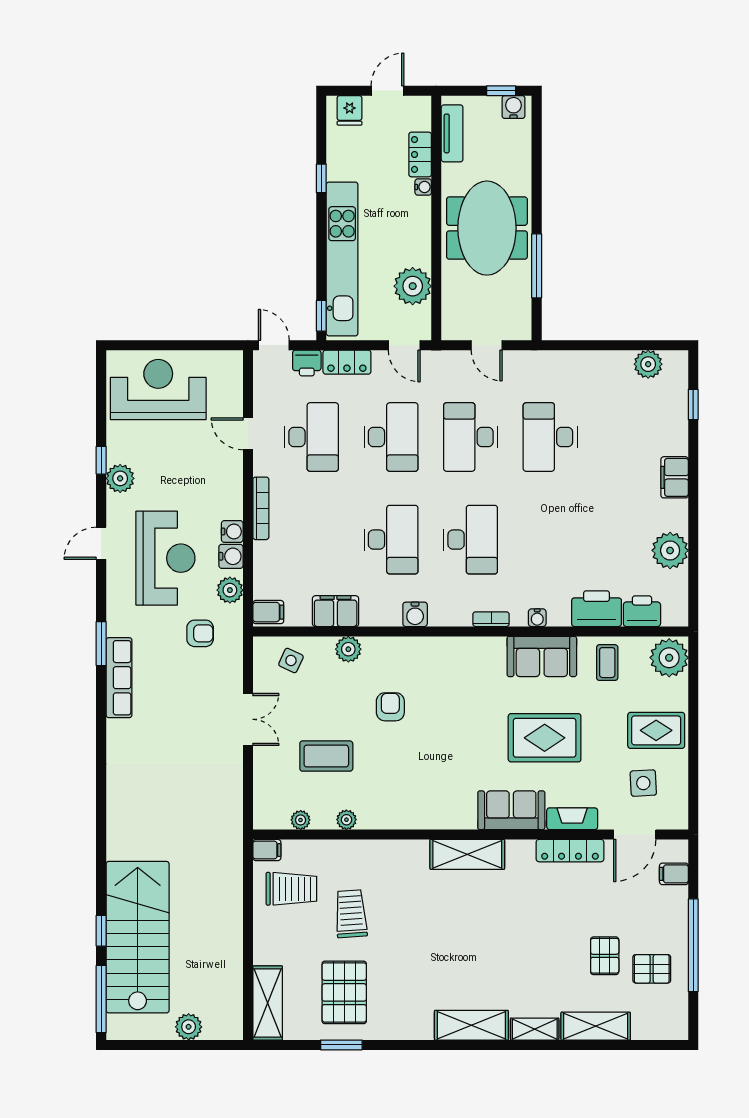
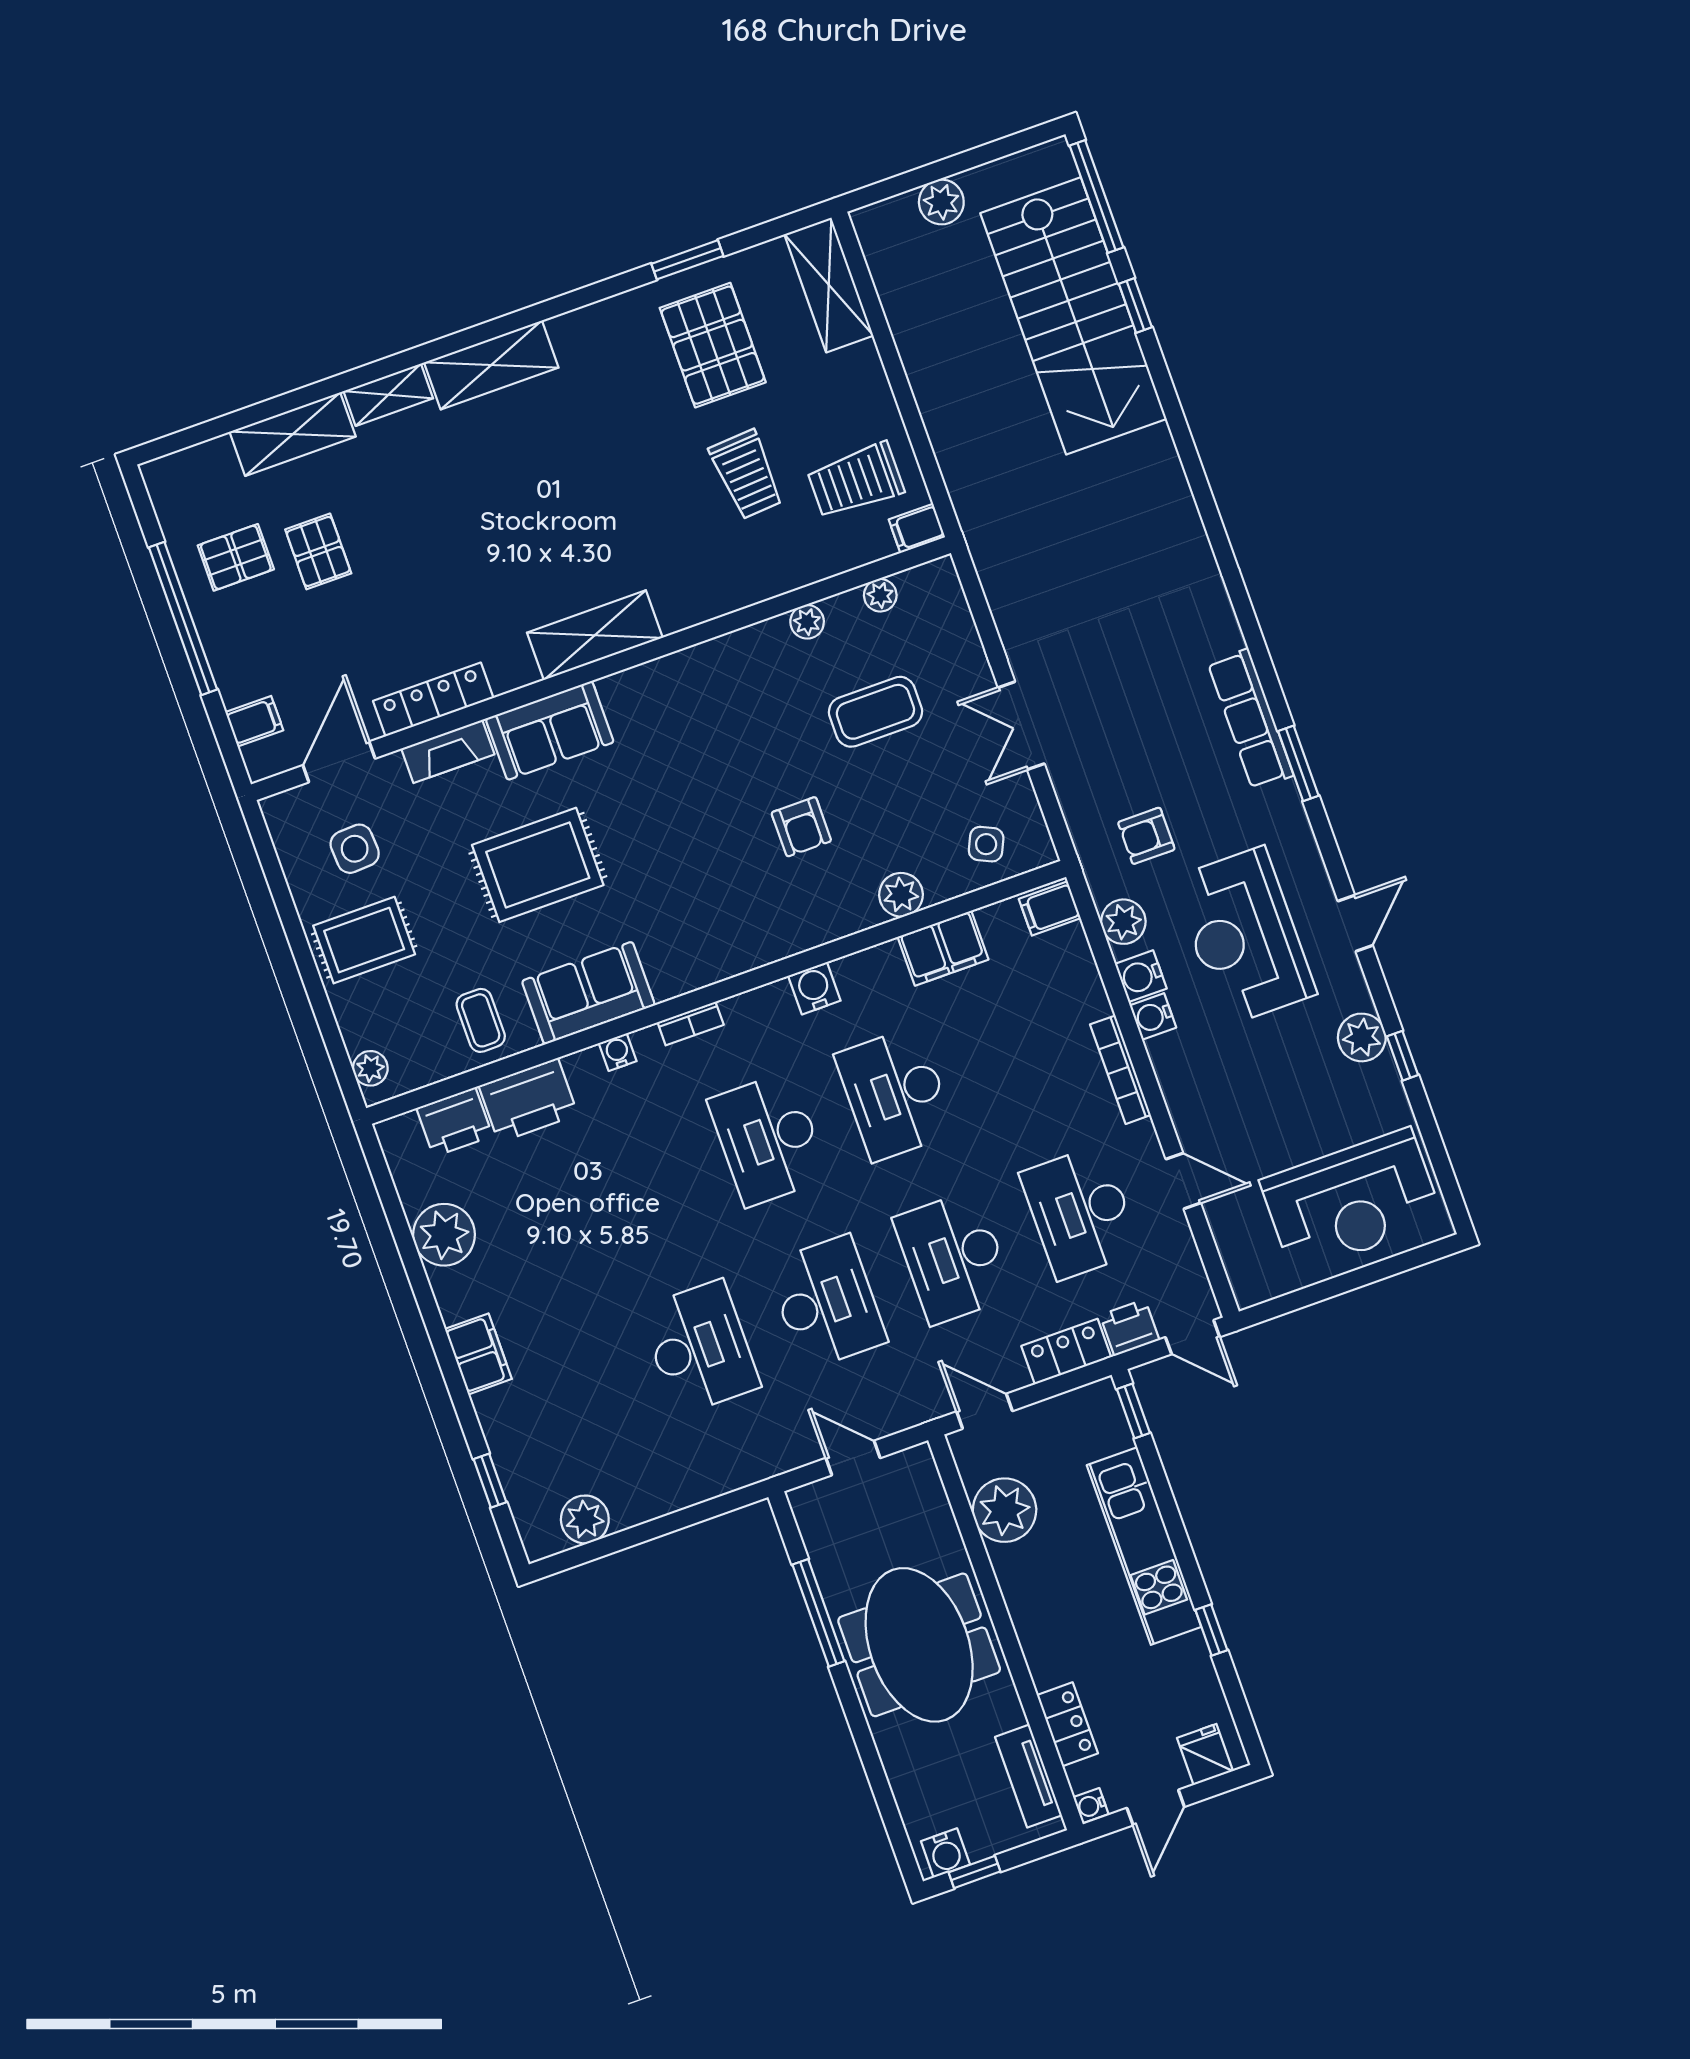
water cooler: (423, 187) -> (1091, 1806), moved
kitchen unit: (342, 259) -> (1144, 1546), width x0.73
plant: (669, 658) -> (370, 1068), width x0.53, depth x0.53

